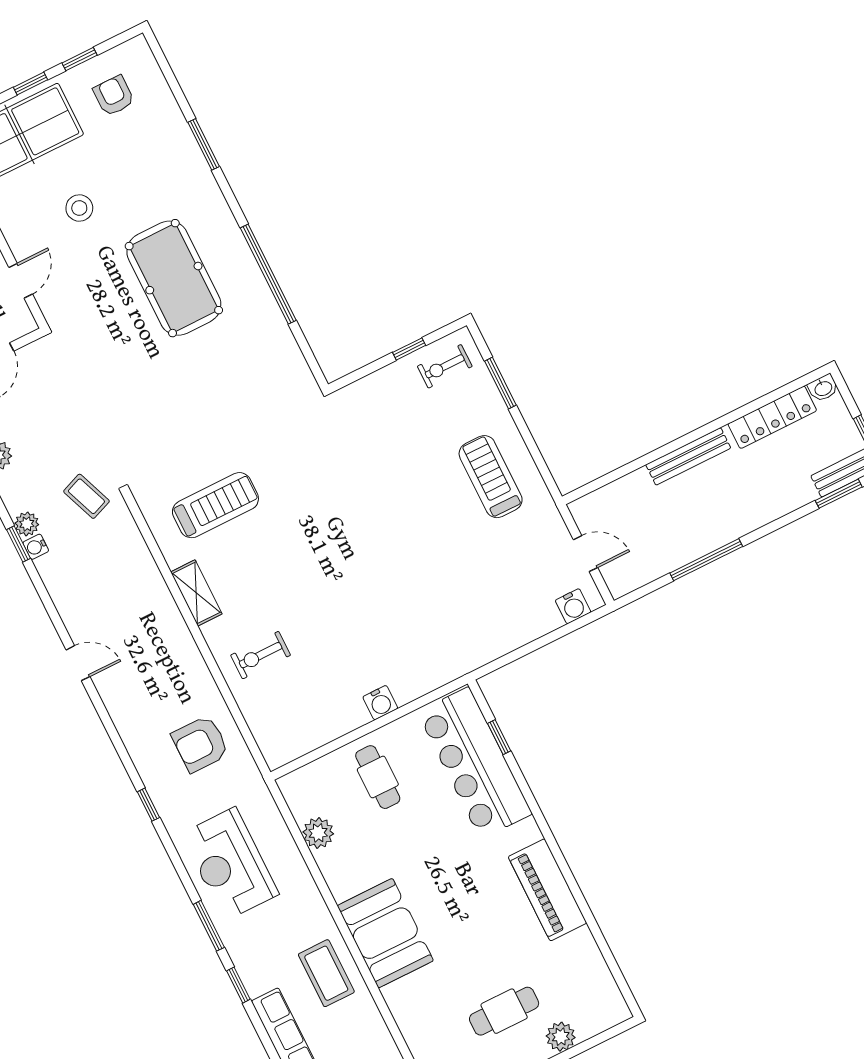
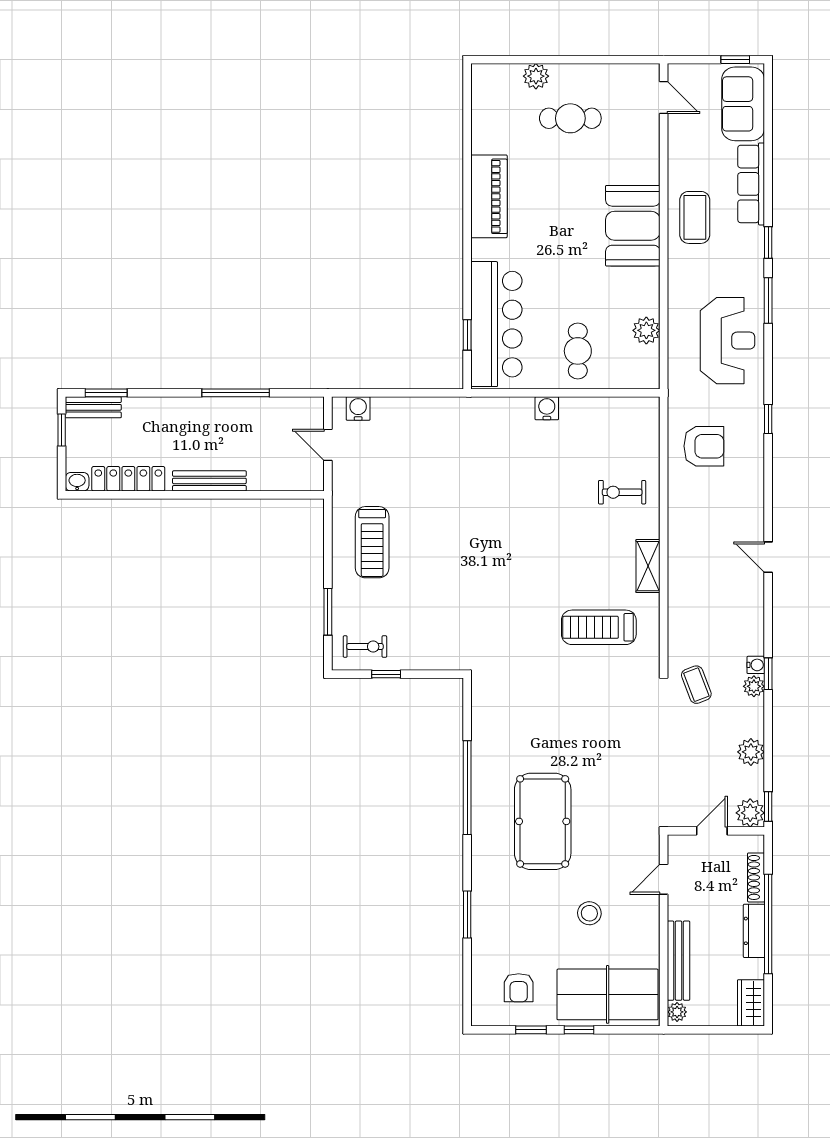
exercise bike: (261, 655) -> (622, 492), turned 180

